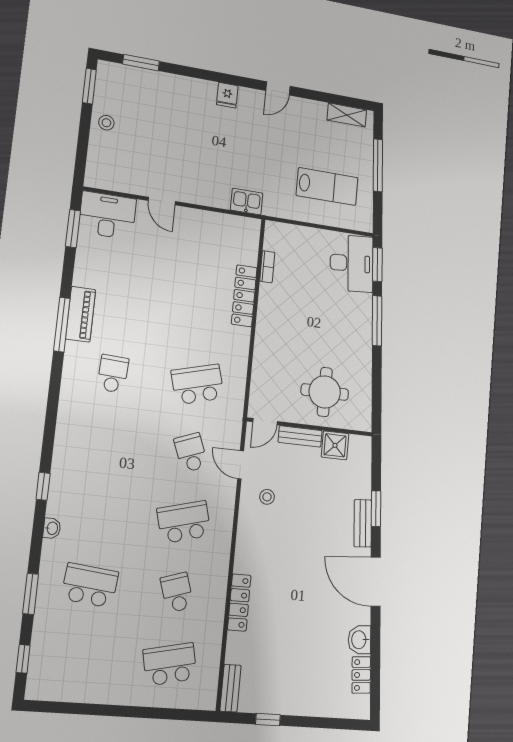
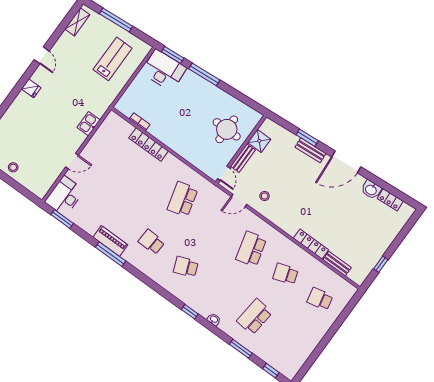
kitchen sink: (247, 202) -> (89, 124), moved
school desk: (191, 453) -> (186, 267), moved
school desk: (170, 664) -> (320, 299), width x0.54
bench: (230, 688) -> (337, 264), moved

